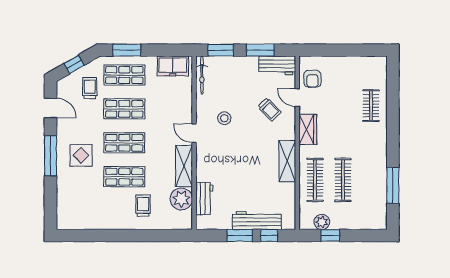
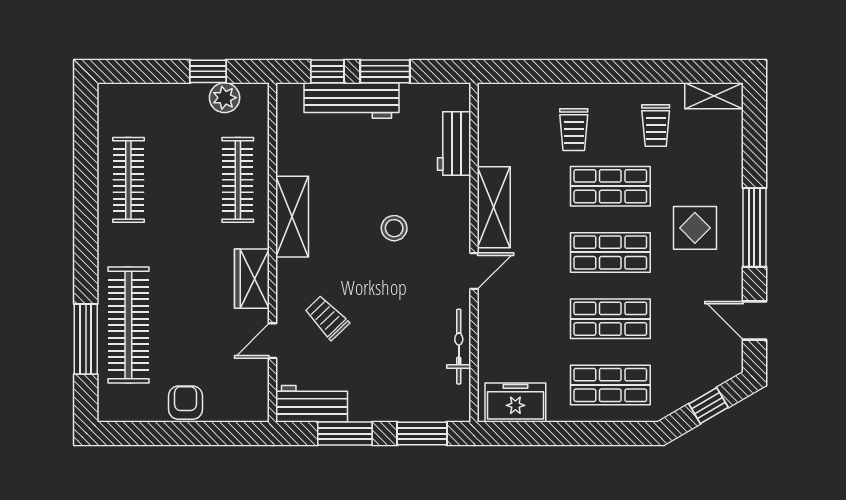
window: (127, 50) -> (606, 434), removed
bicycle: (202, 75) -> (459, 347), moved
armchair: (312, 79) -> (185, 403), moved
trolley: (90, 88) -> (656, 126), moved
door: (297, 98) -> (273, 341), swing flipped
clothes rail: (371, 106) -> (128, 325), width x1.86, depth x1.31
stool: (224, 118) -> (394, 228), moved
door: (194, 133) -> (474, 271), hinge flipped
clothes rail: (343, 180) -> (128, 180), moved
window: (393, 185) -> (86, 339), moved
plant: (181, 199) -> (499, 143), removed
shelving: (71, 223) -> (714, 96), added

